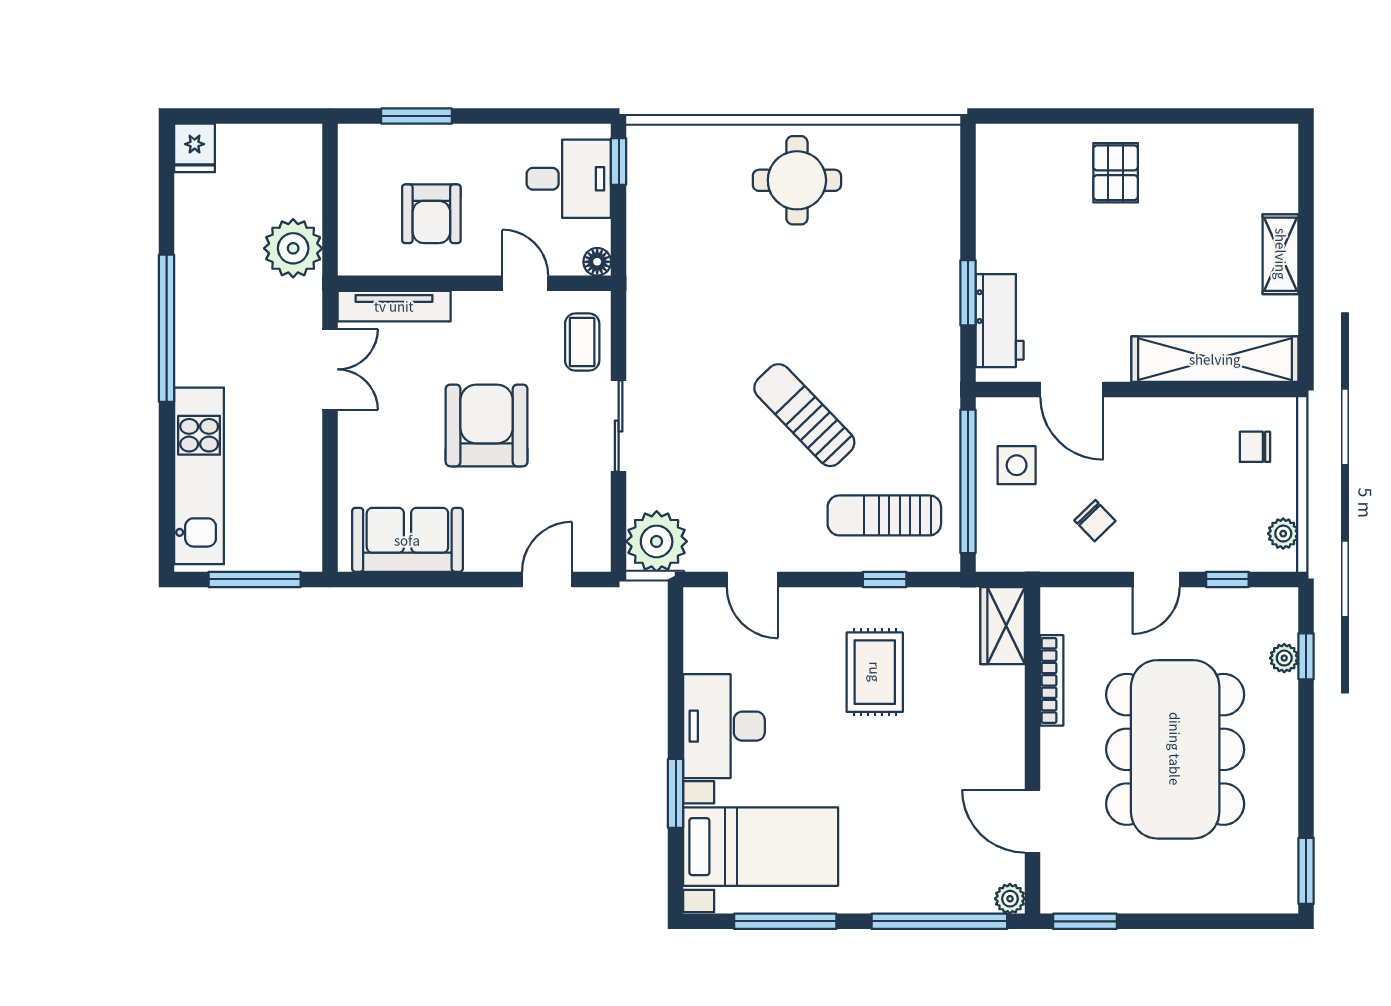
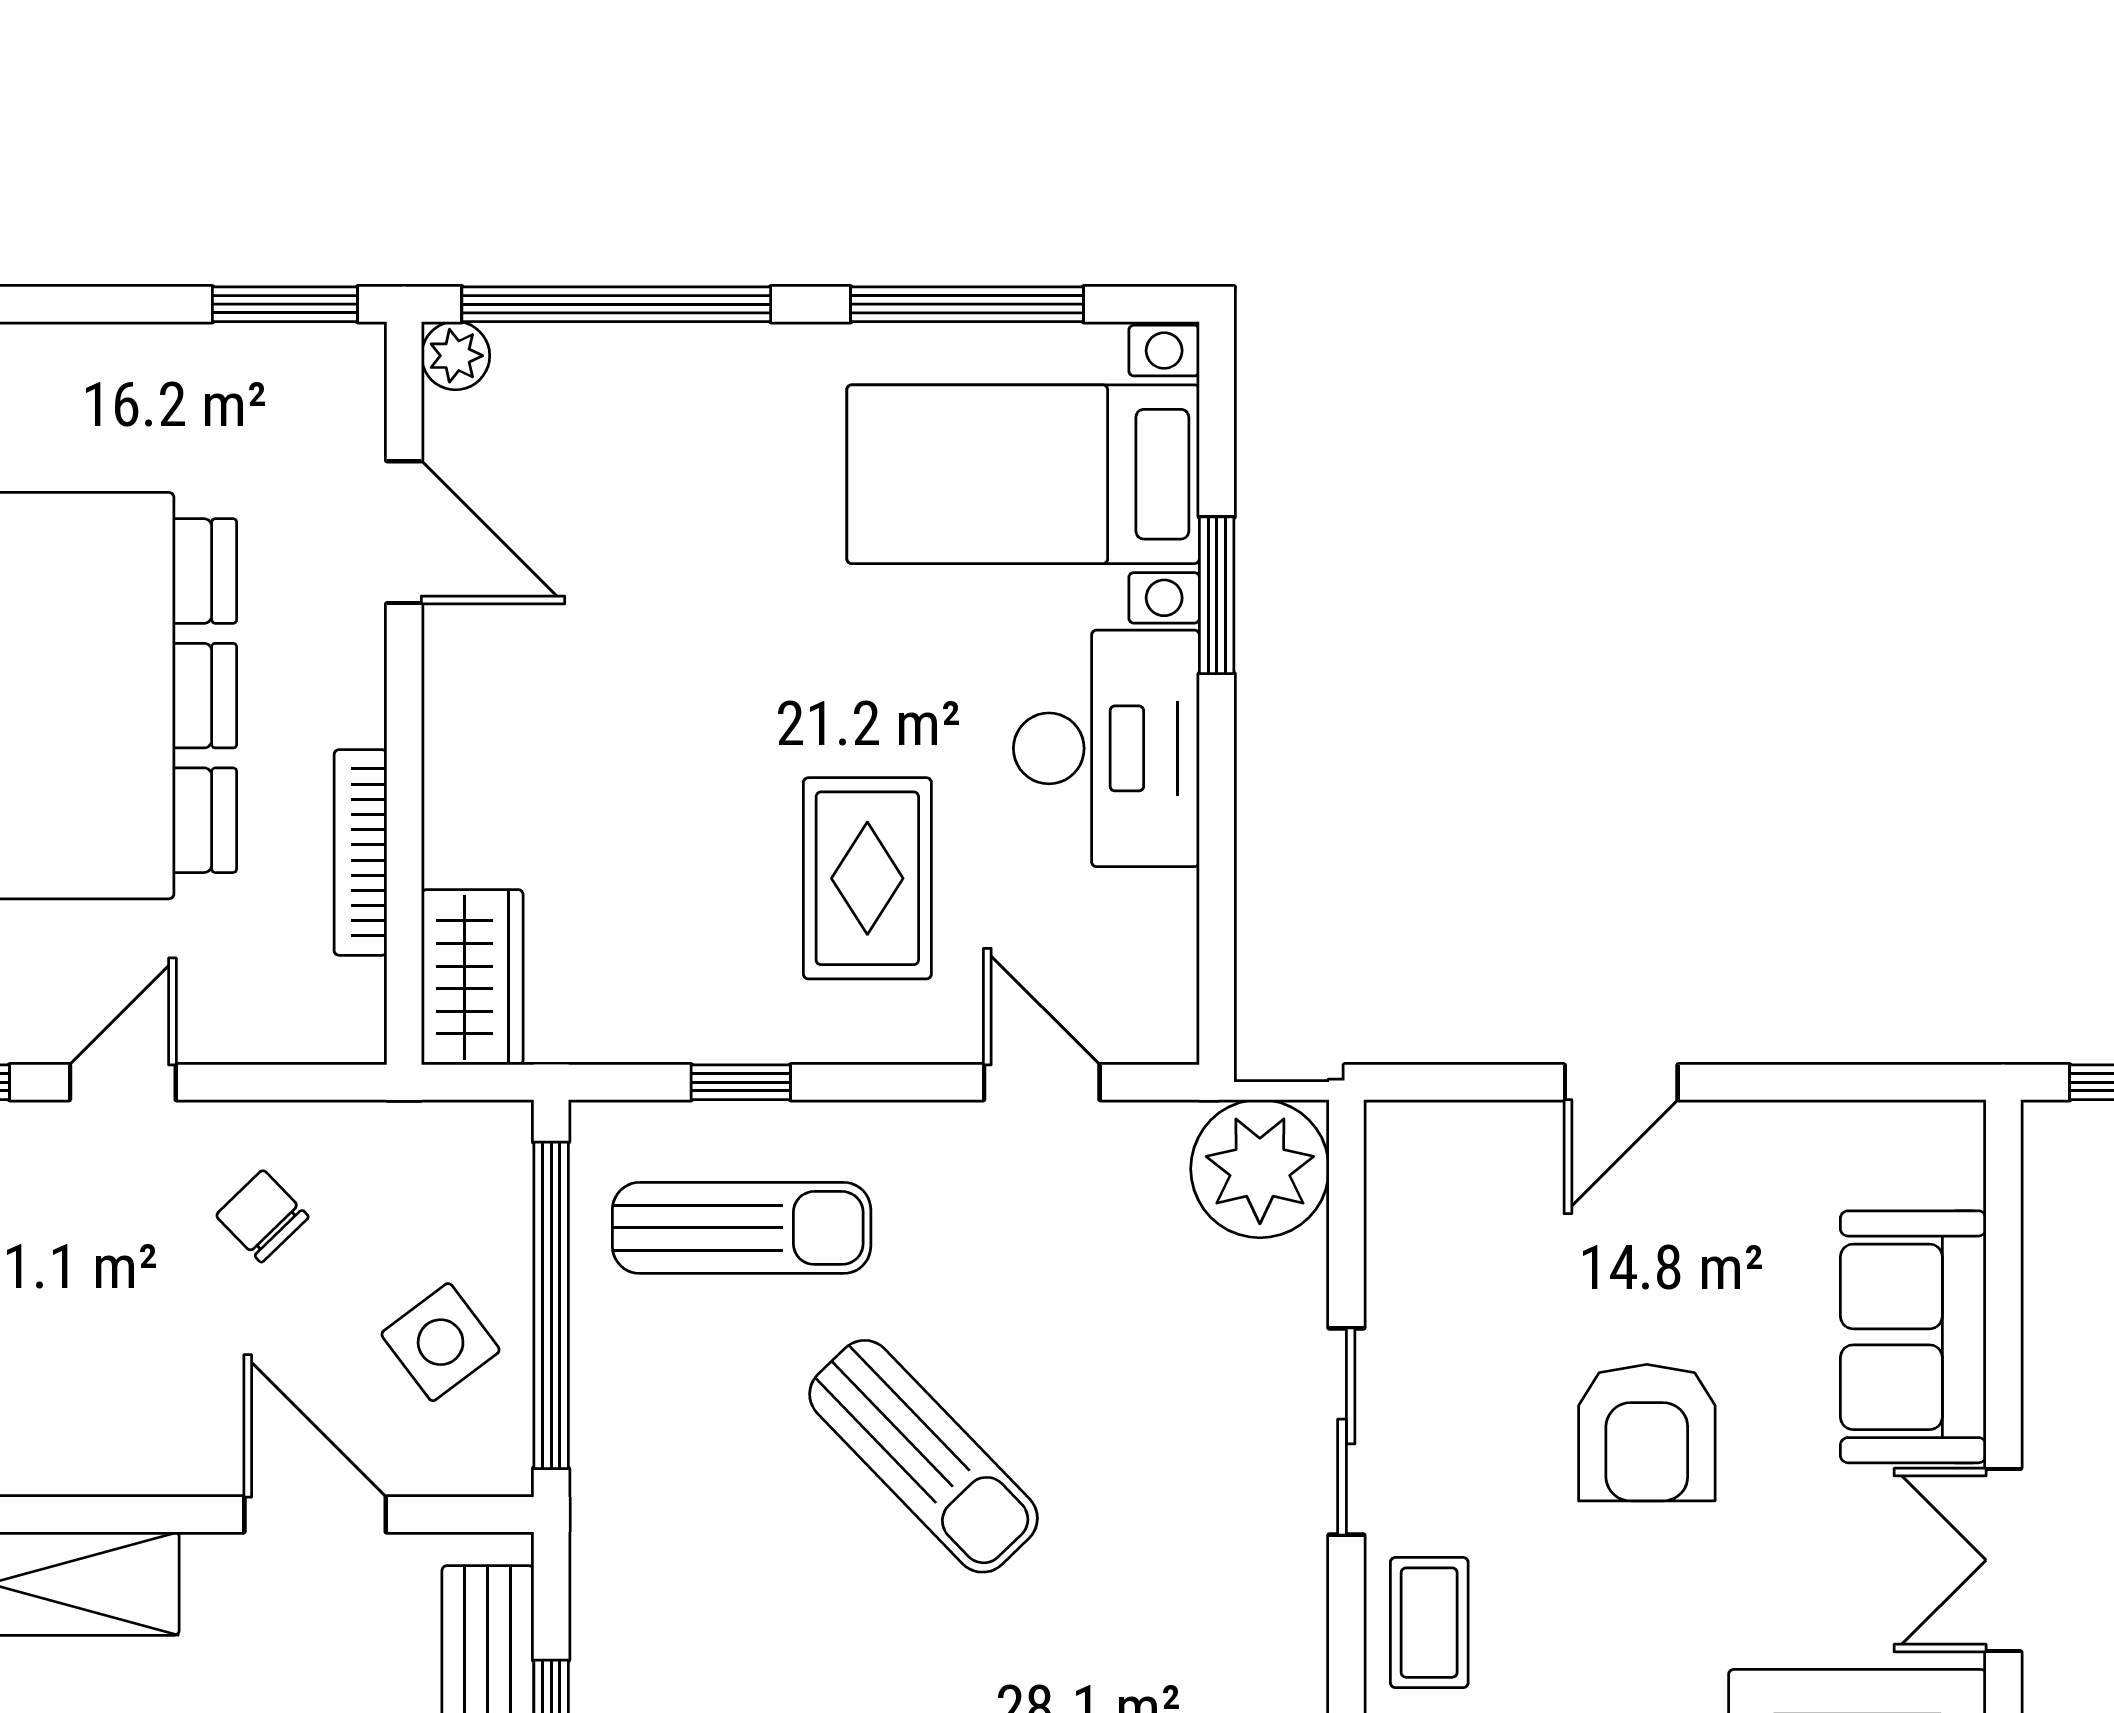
armchair: (487, 425) -> (1647, 1433), width x0.73, depth x0.73
side table: (1017, 465) -> (441, 1342), turned -37
sofa: (407, 540) -> (1913, 1337), moved, turned 90
door: (547, 579) -> (1621, 1082), moved
rug: (875, 672) -> (867, 878), moved

